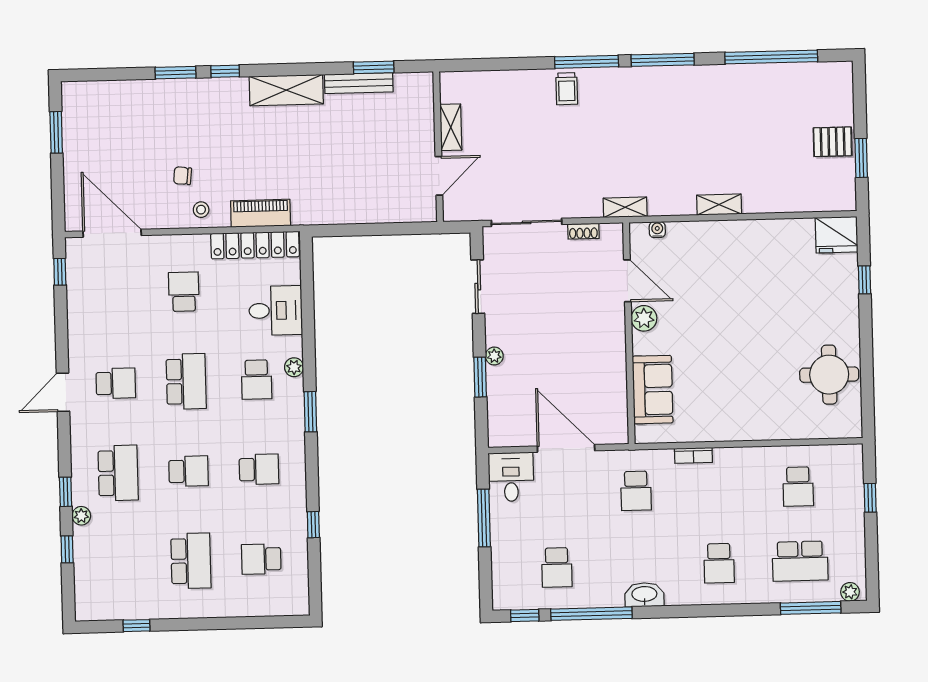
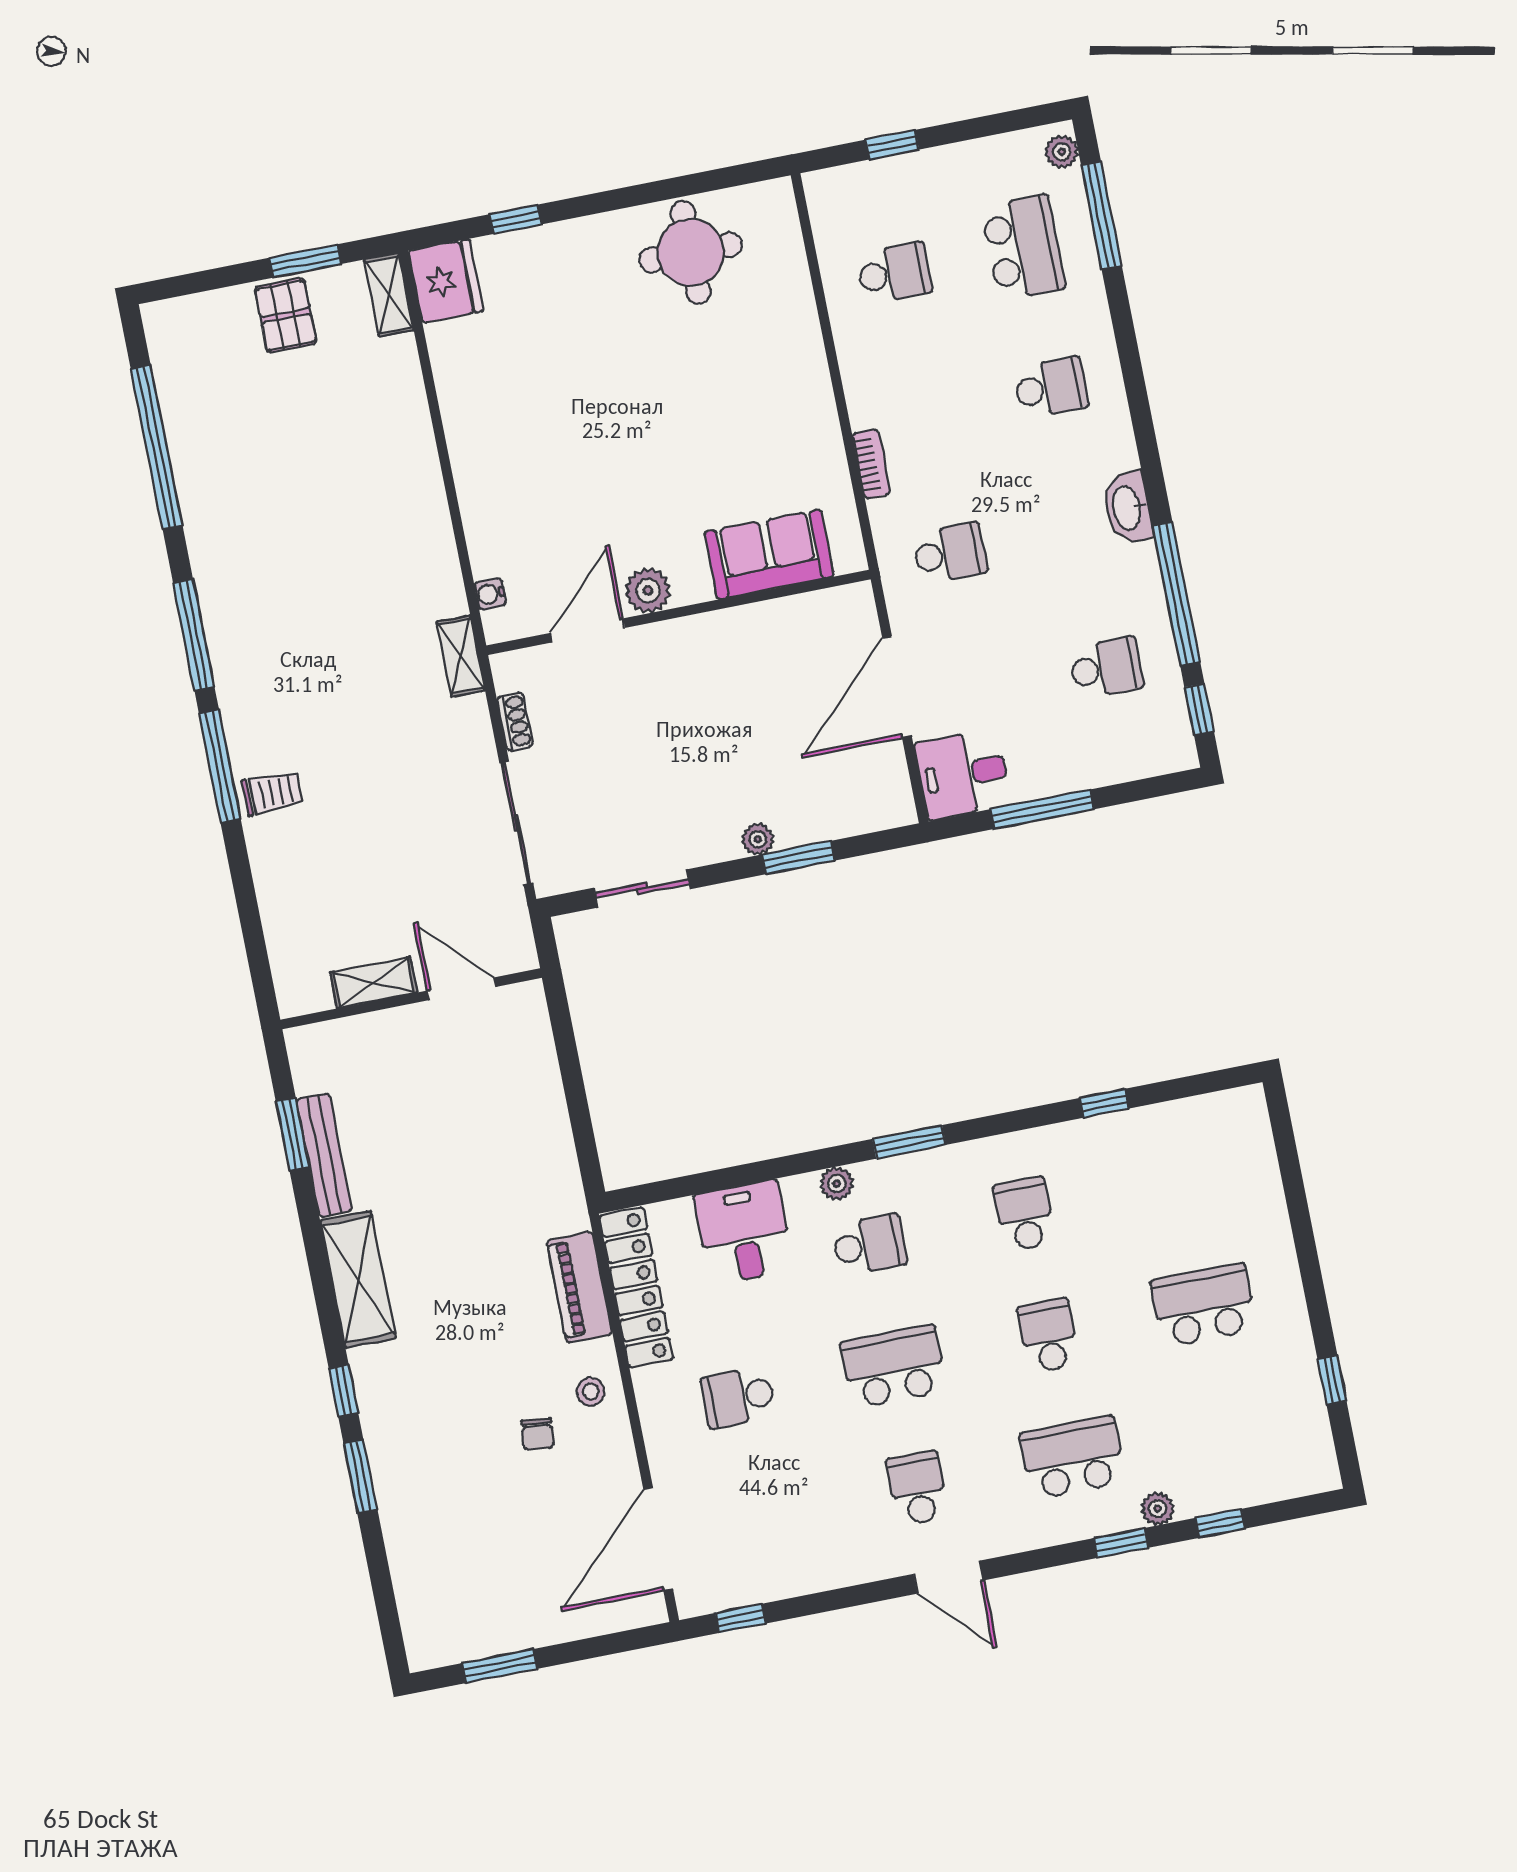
shelving: (719, 205) -> (389, 295), moved
school desk: (261, 559) -> (1179, 1183), removed

